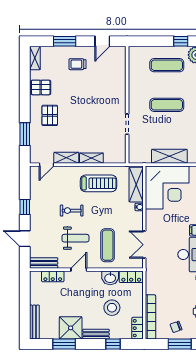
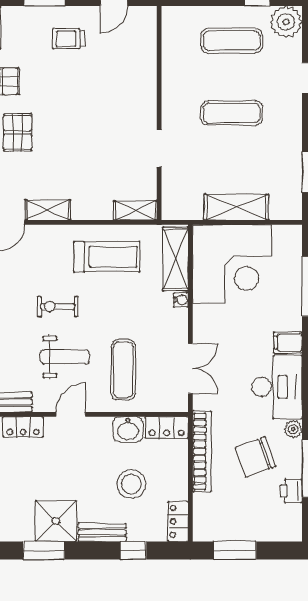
shelving: (91, 158) -> (135, 210), moved
double door: (144, 245) -> (190, 369), swing flipped
bookcase: (151, 317) -> (202, 451), moved
chair: (176, 327) -> (256, 457), moved, width x1.87, depth x1.87
window: (180, 344) -> (235, 550), moved

